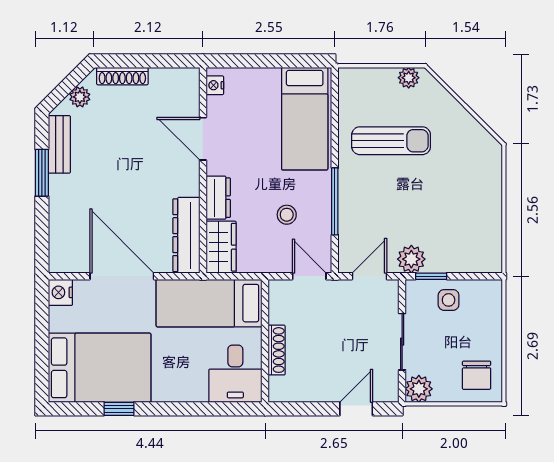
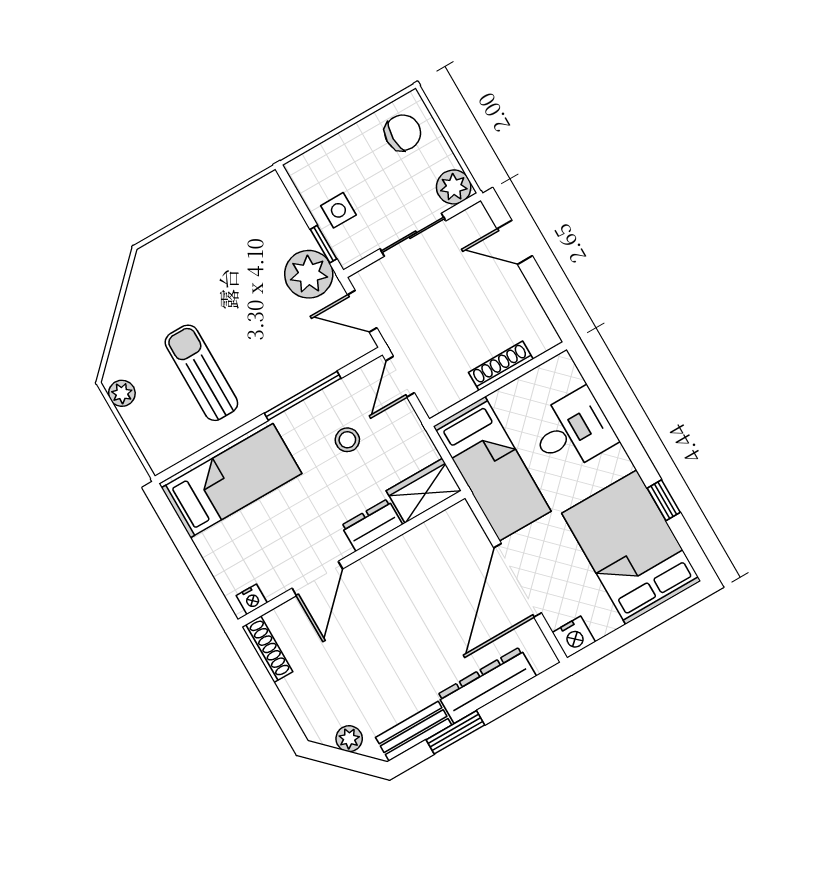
shoe rack: (122, 76) -> (267, 649), moved
dresser: (186, 235) -> (487, 685), moved, turned 180
plant: (411, 259) -> (309, 274), width x1.36, depth x1.36
desk: (235, 374) -> (573, 431), moved

